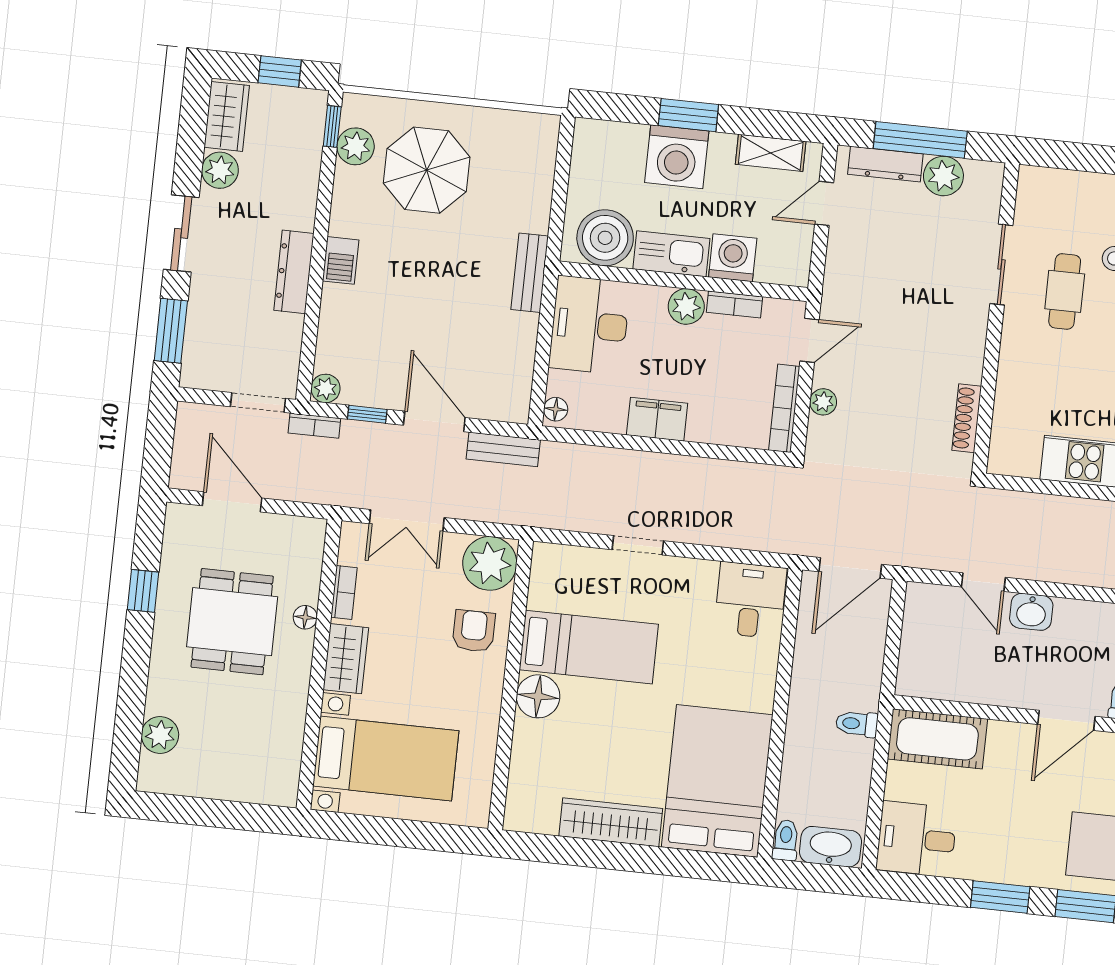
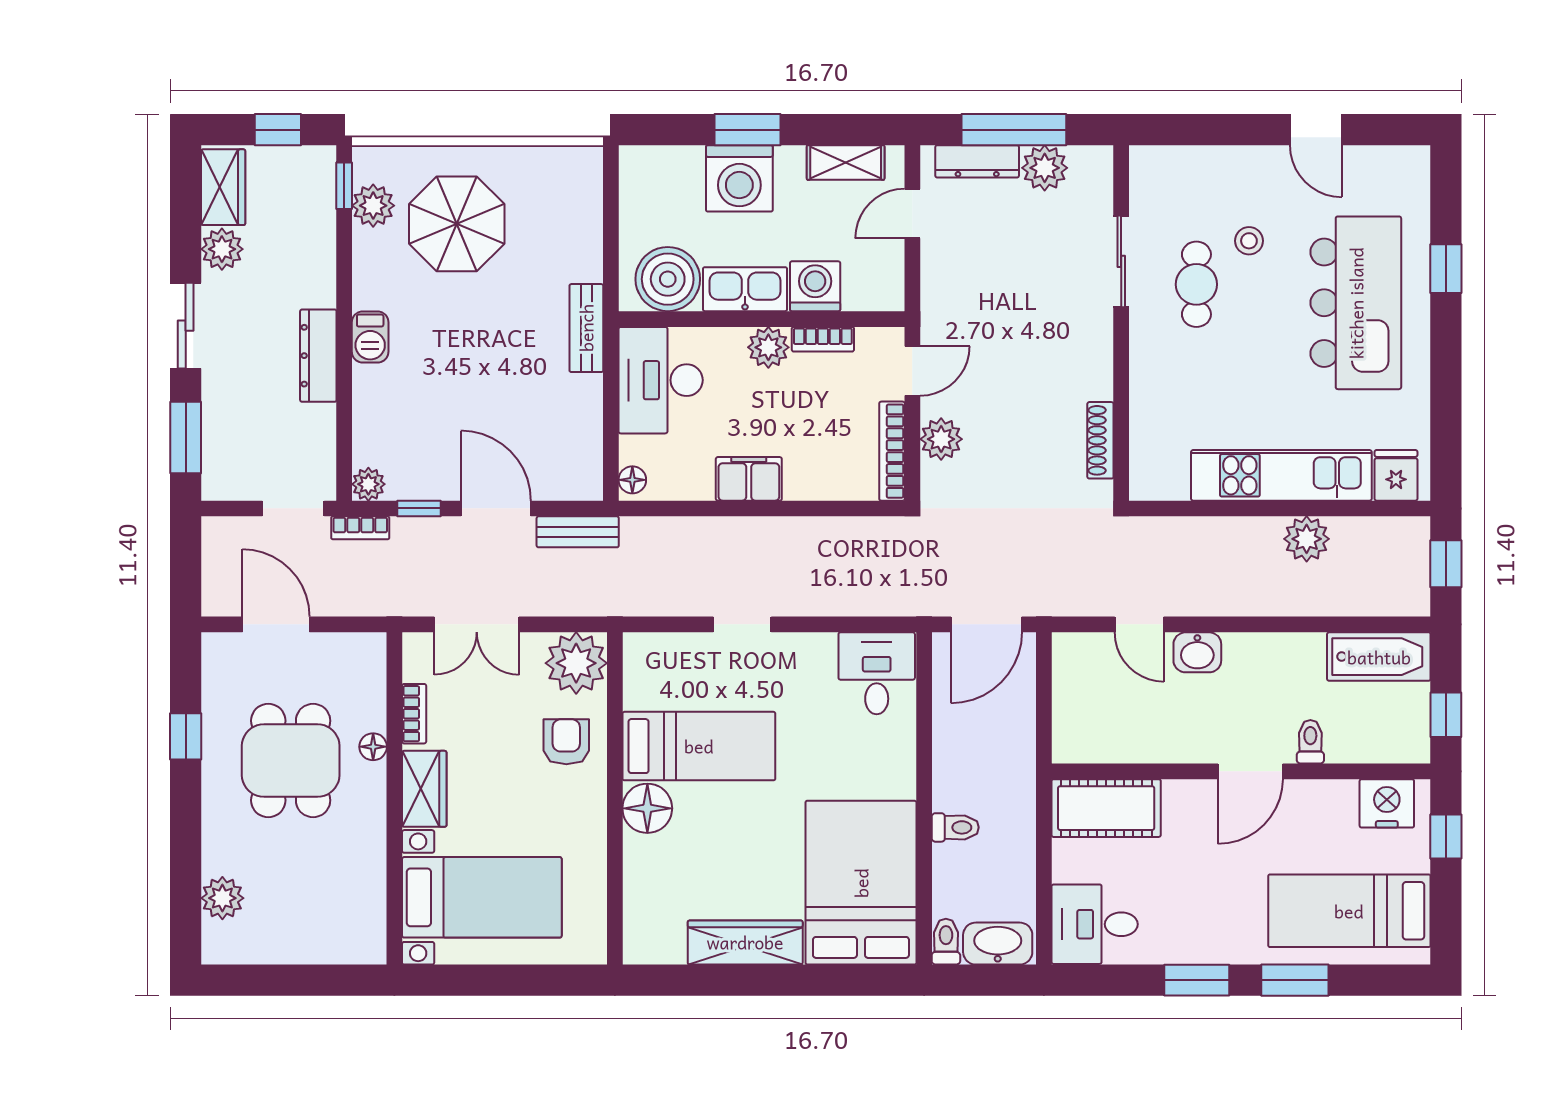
plant: (823, 402) -> (941, 439), width x1.38, depth x1.38
toilet: (857, 724) -> (955, 827), moved, turned 180

